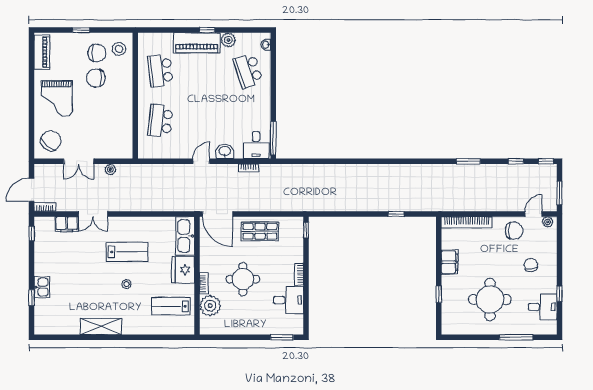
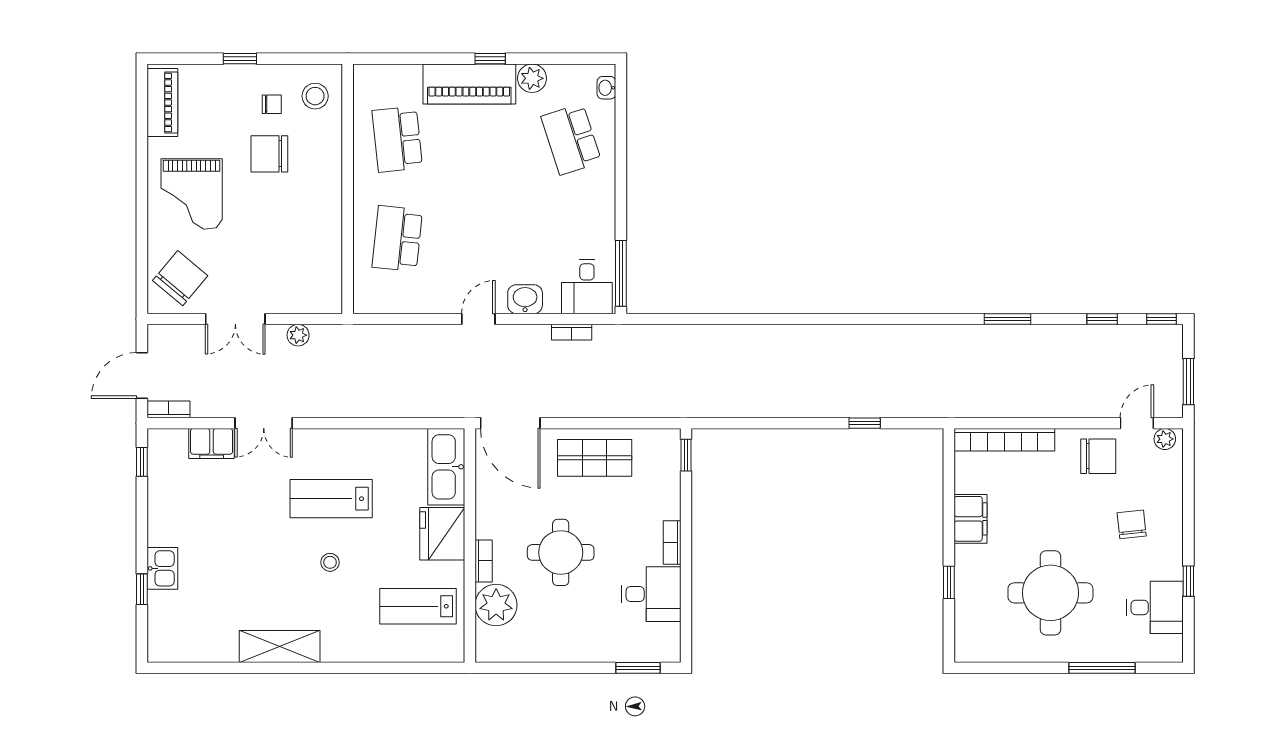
chair: (97, 53) -> (272, 104), width x0.54, depth x0.54
lab bench: (127, 252) -> (331, 499), turned 180

